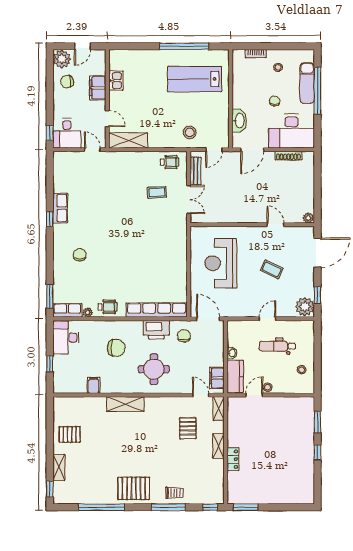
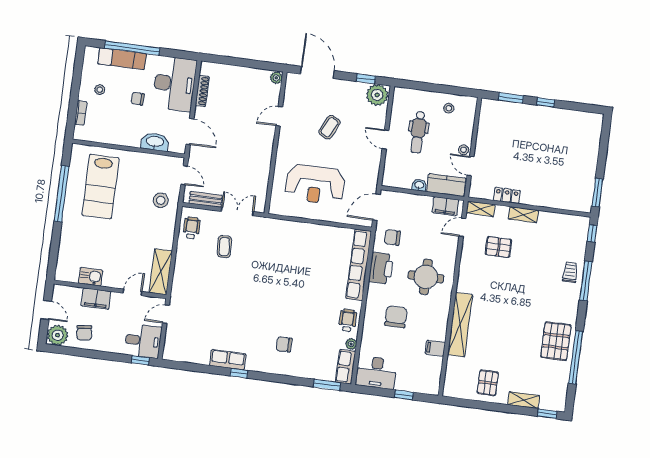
shelving: (125, 404) -> (460, 325), width x1.47
locker: (233, 459) -> (507, 196), moved
pallet: (134, 488) -> (556, 341), moved

